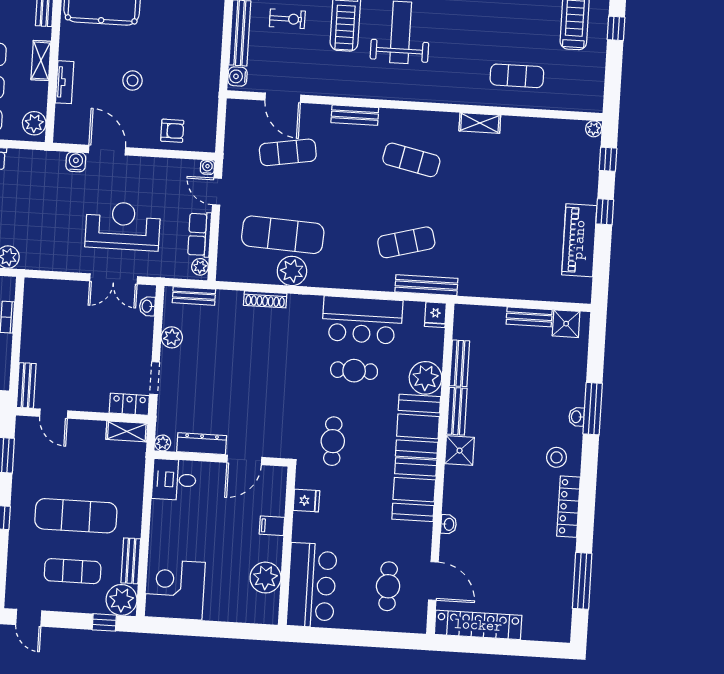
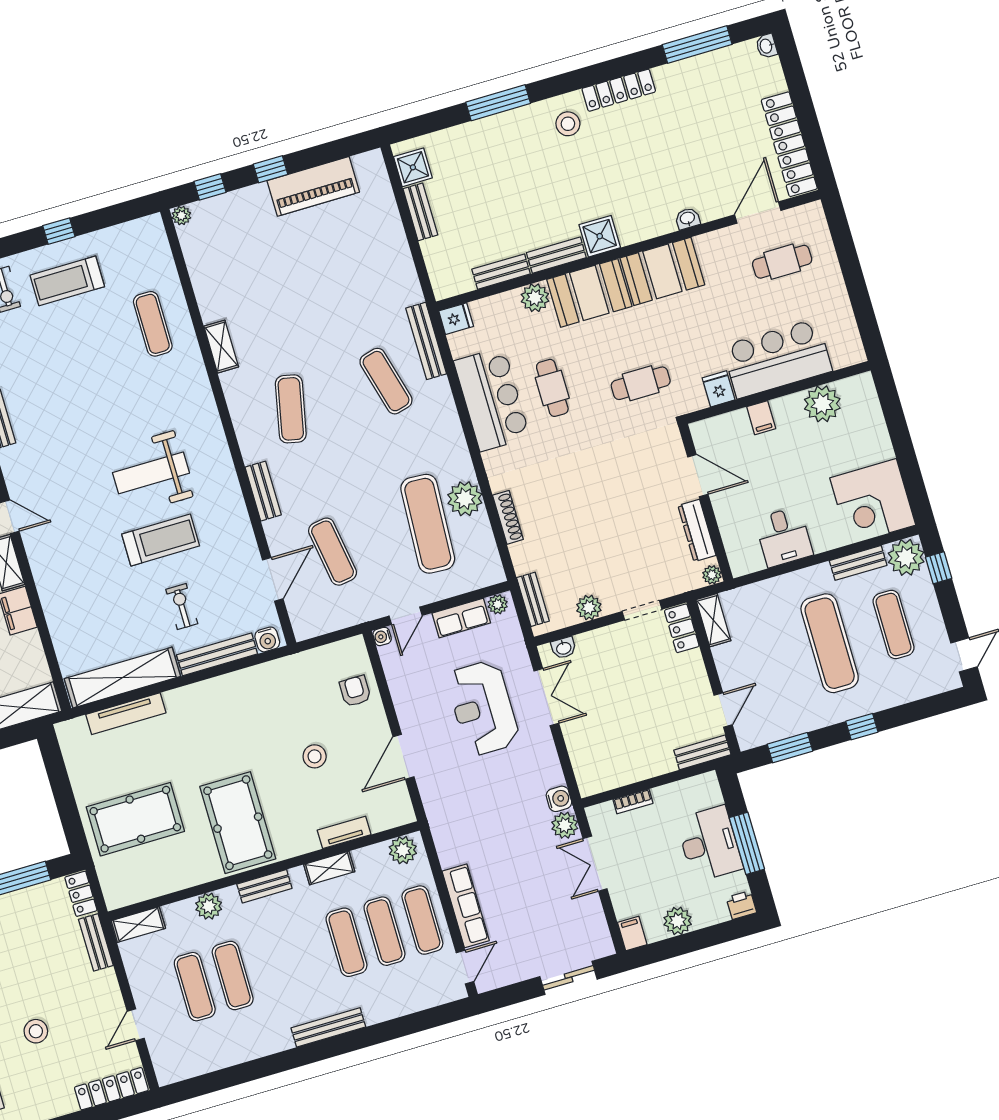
water cooler: (76, 162) -> (559, 799), moved, turned 180
plant: (425, 378) -> (535, 298), width x0.73, depth x0.73
washbasin: (577, 417) -> (766, 46), moved, turned 90
desk: (174, 480) -> (784, 537), moved
bar counter: (312, 585) -> (777, 359), moved

